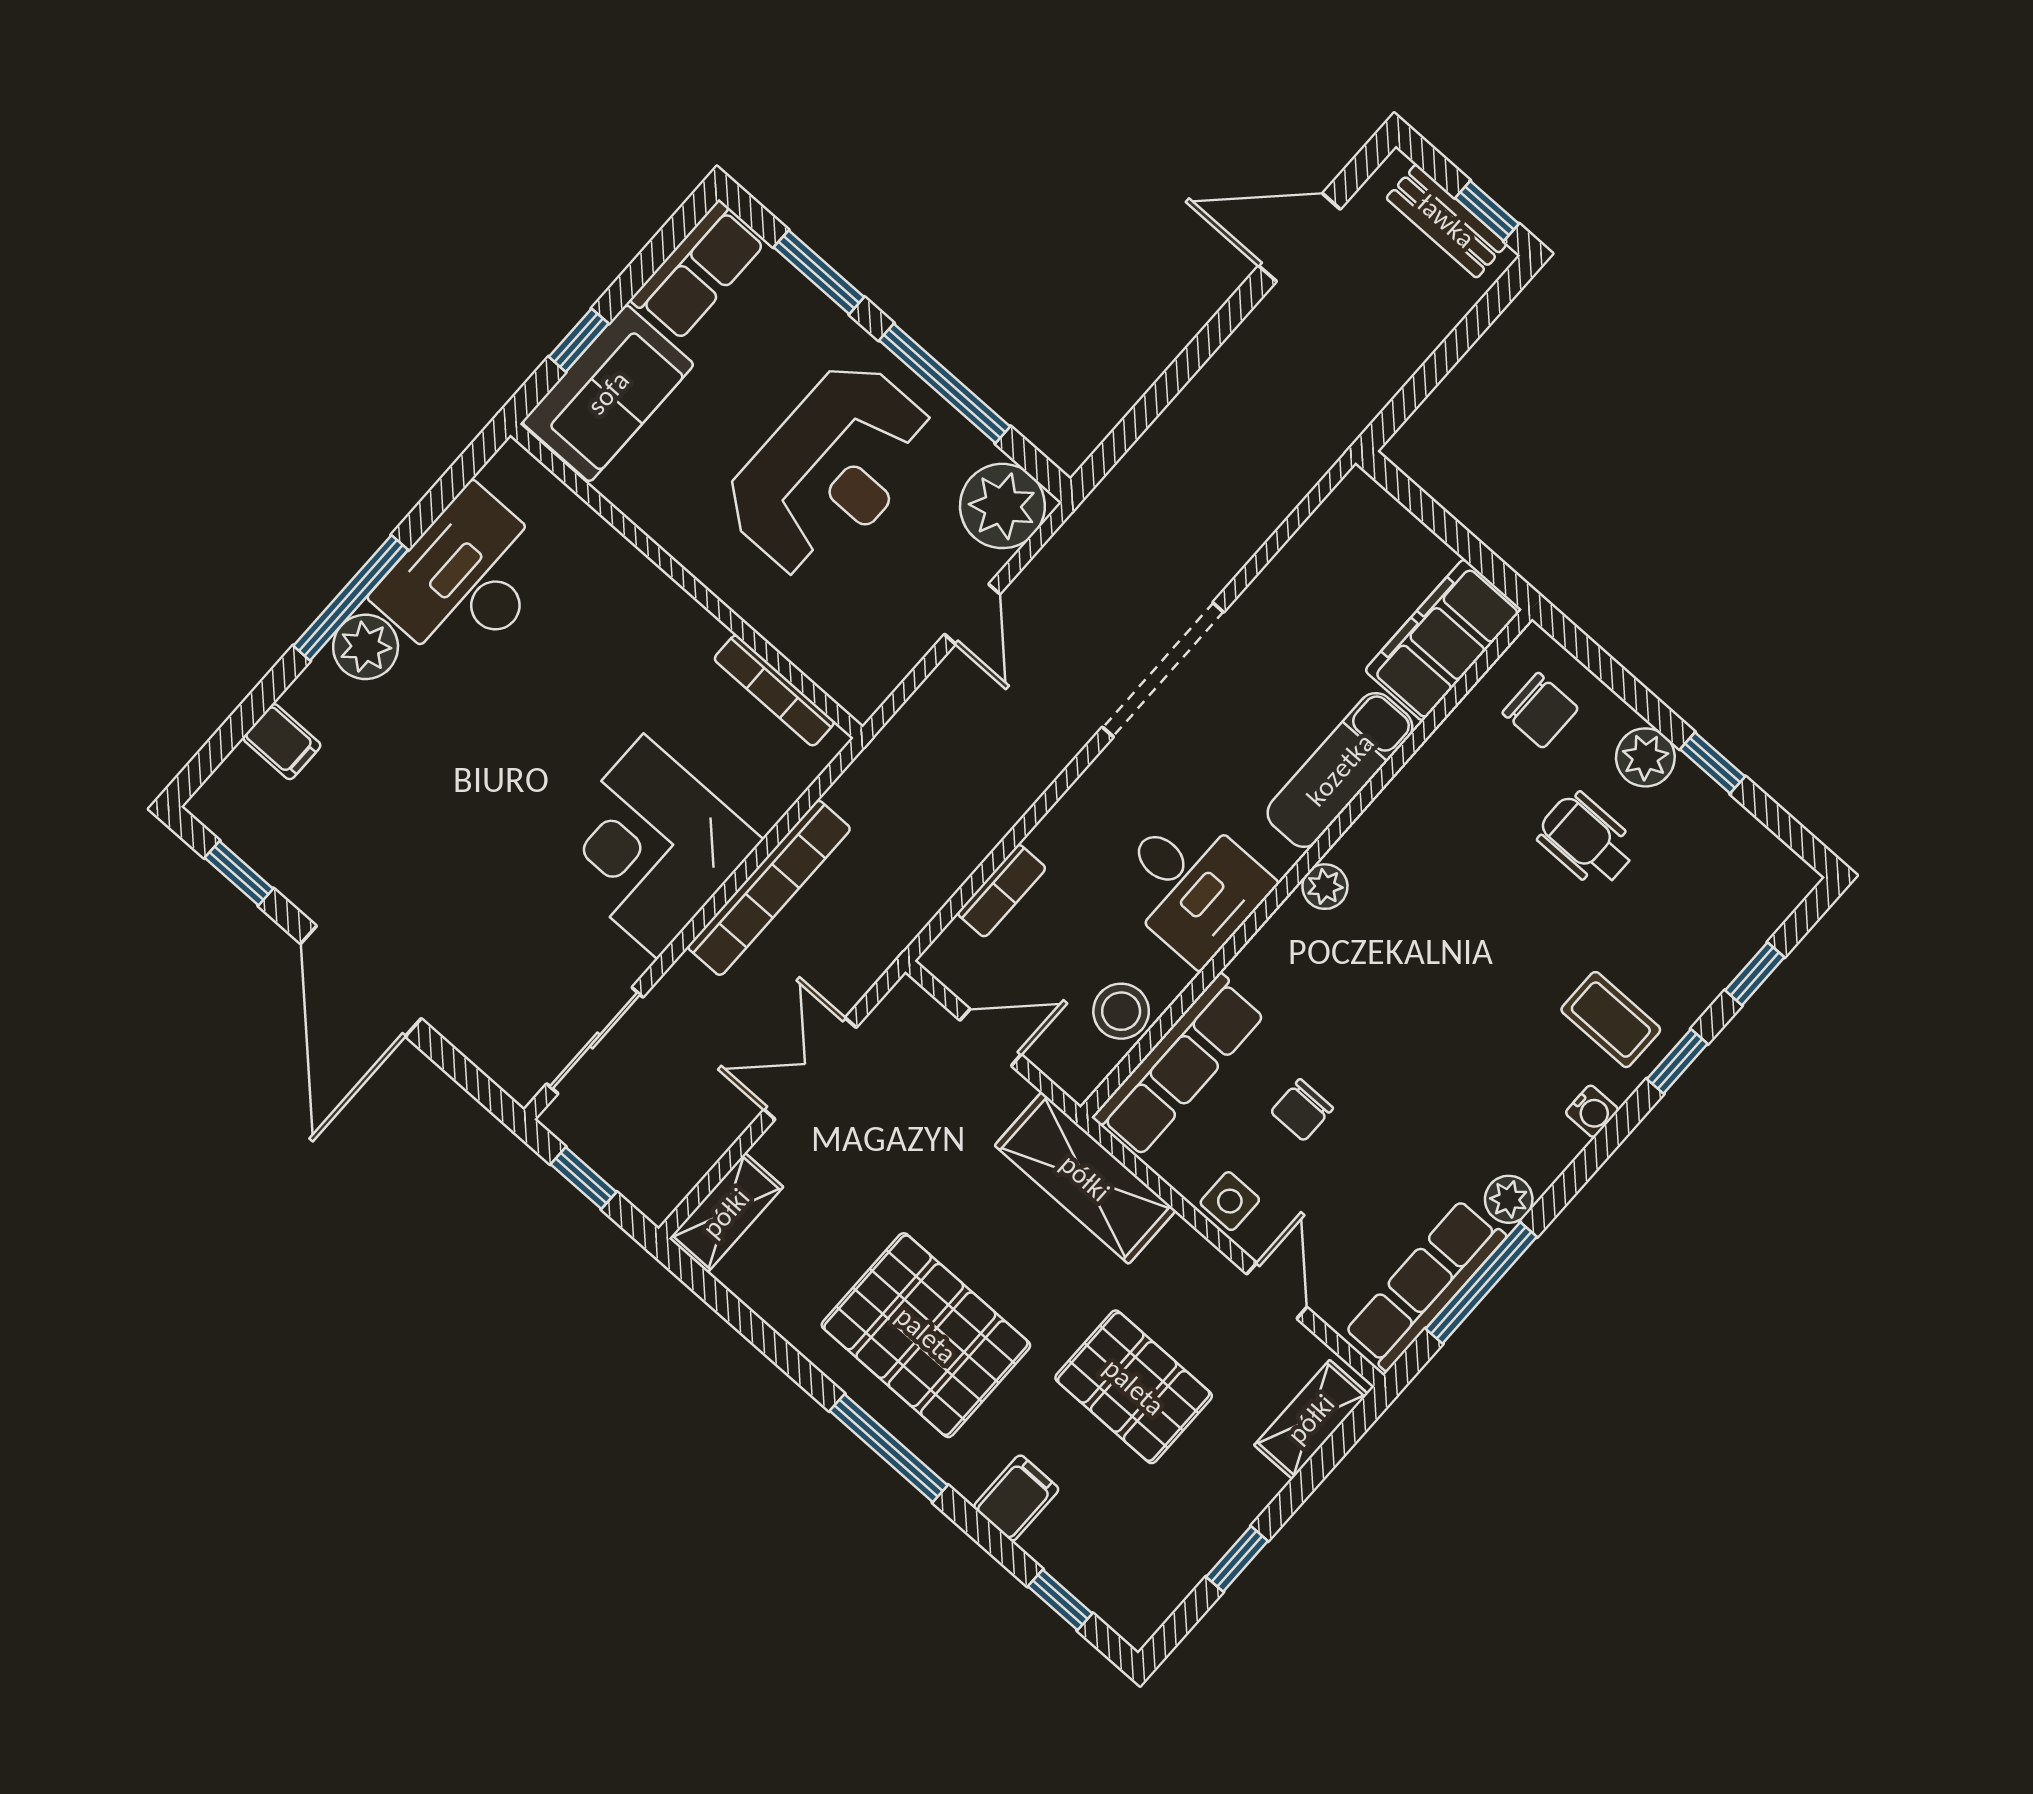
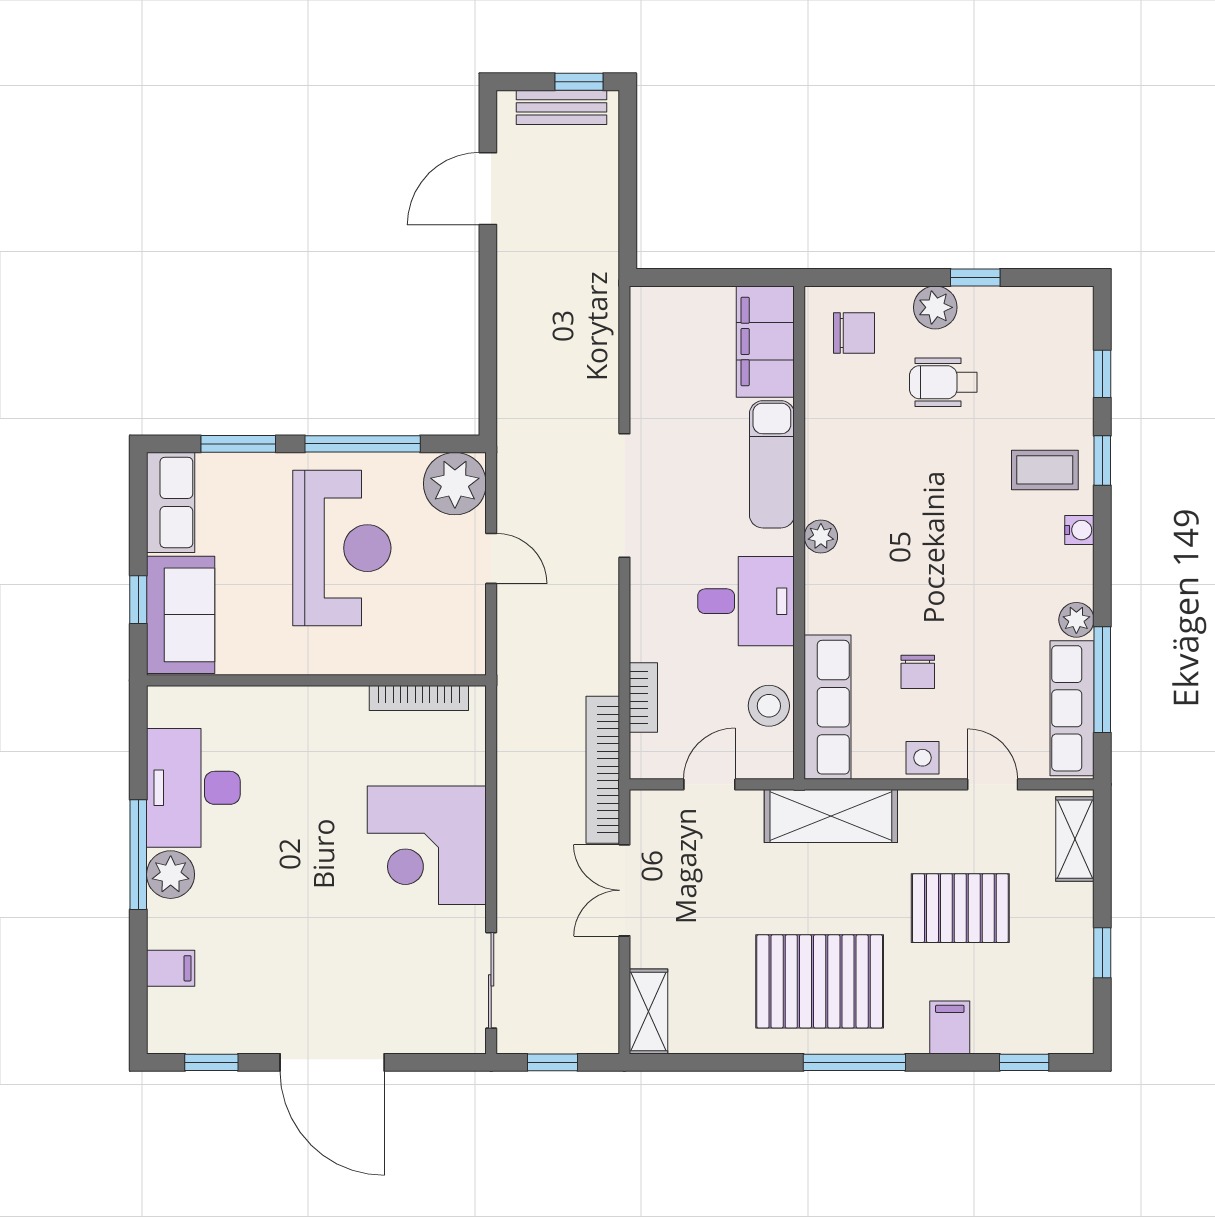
bookcase: (769, 888) -> (603, 770), moved, turned 180

